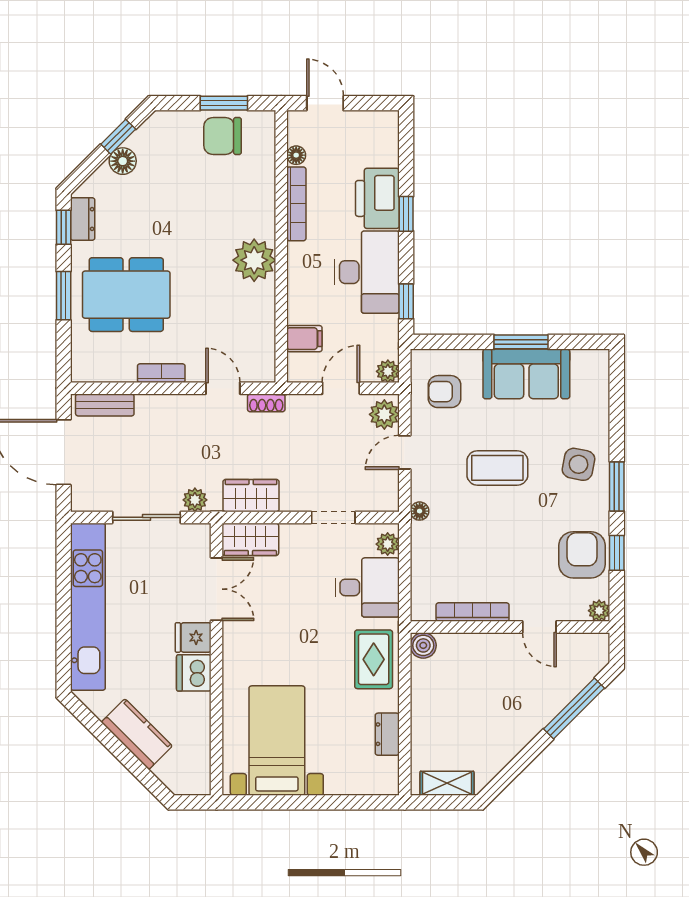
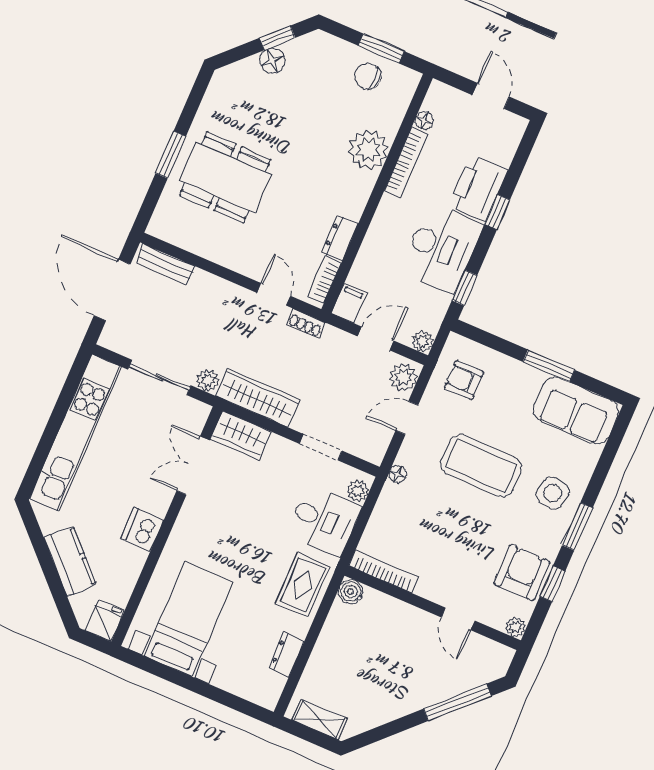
door: (325, 103) -> (491, 96), moved
chair: (223, 136) -> (368, 76), width x0.73, depth x0.73
dresser: (83, 219) -> (340, 238), moved, turned 180
window: (64, 227) -> (196, 96), removed
plant: (254, 260) -> (368, 150), moved
filing cabinet: (304, 339) -> (349, 303), moved, turned -90
bookcase: (161, 373) -> (324, 280), moved, turned -90
sofa: (526, 374) -> (576, 410), moved
coffee table: (497, 468) -> (481, 466), width x1.36, depth x1.32
wardrobe: (251, 496) -> (258, 398), width x1.50
double door: (217, 589) -> (193, 466), swing flipped
bookcase: (473, 612) -> (383, 571), moved
fridge: (193, 637) -> (104, 621), moved, turned 90

